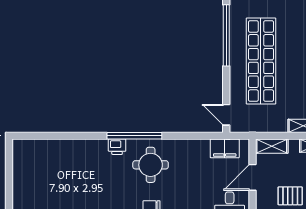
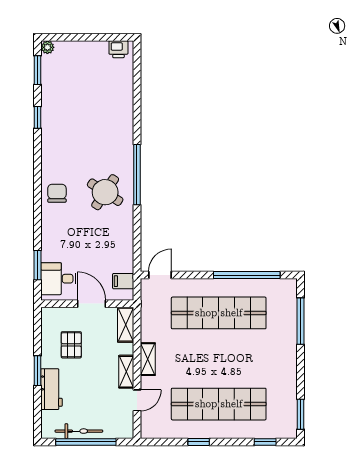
printer: (117, 147) -> (118, 49), moved, turned -90
filing cabinet: (225, 148) -> (123, 281), width x0.50
round table: (151, 165) -> (105, 192), turned 33

